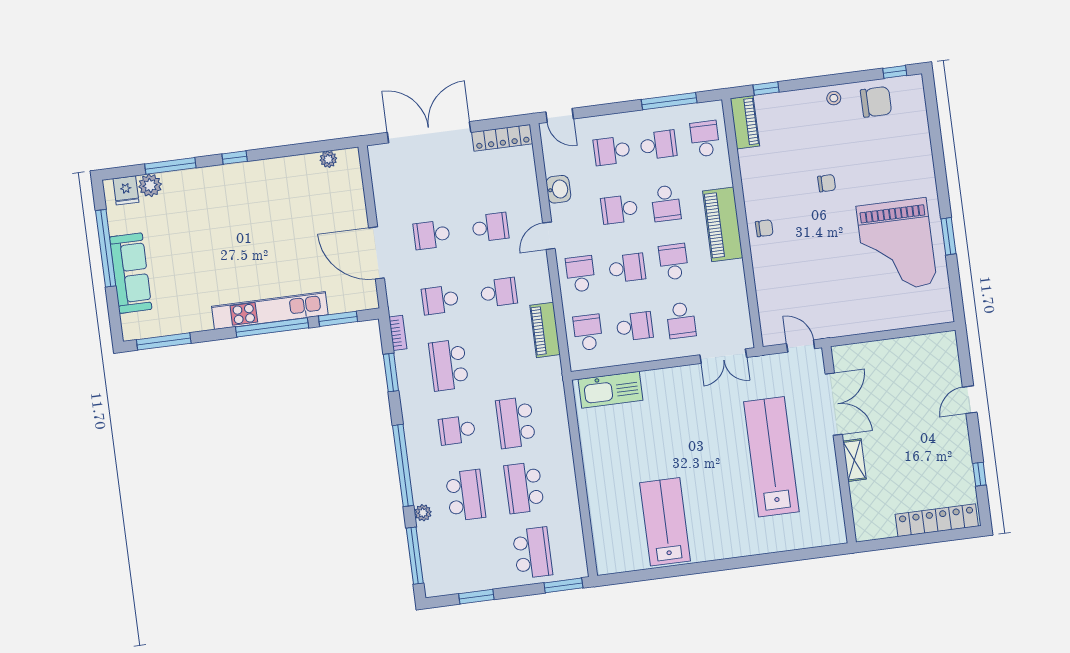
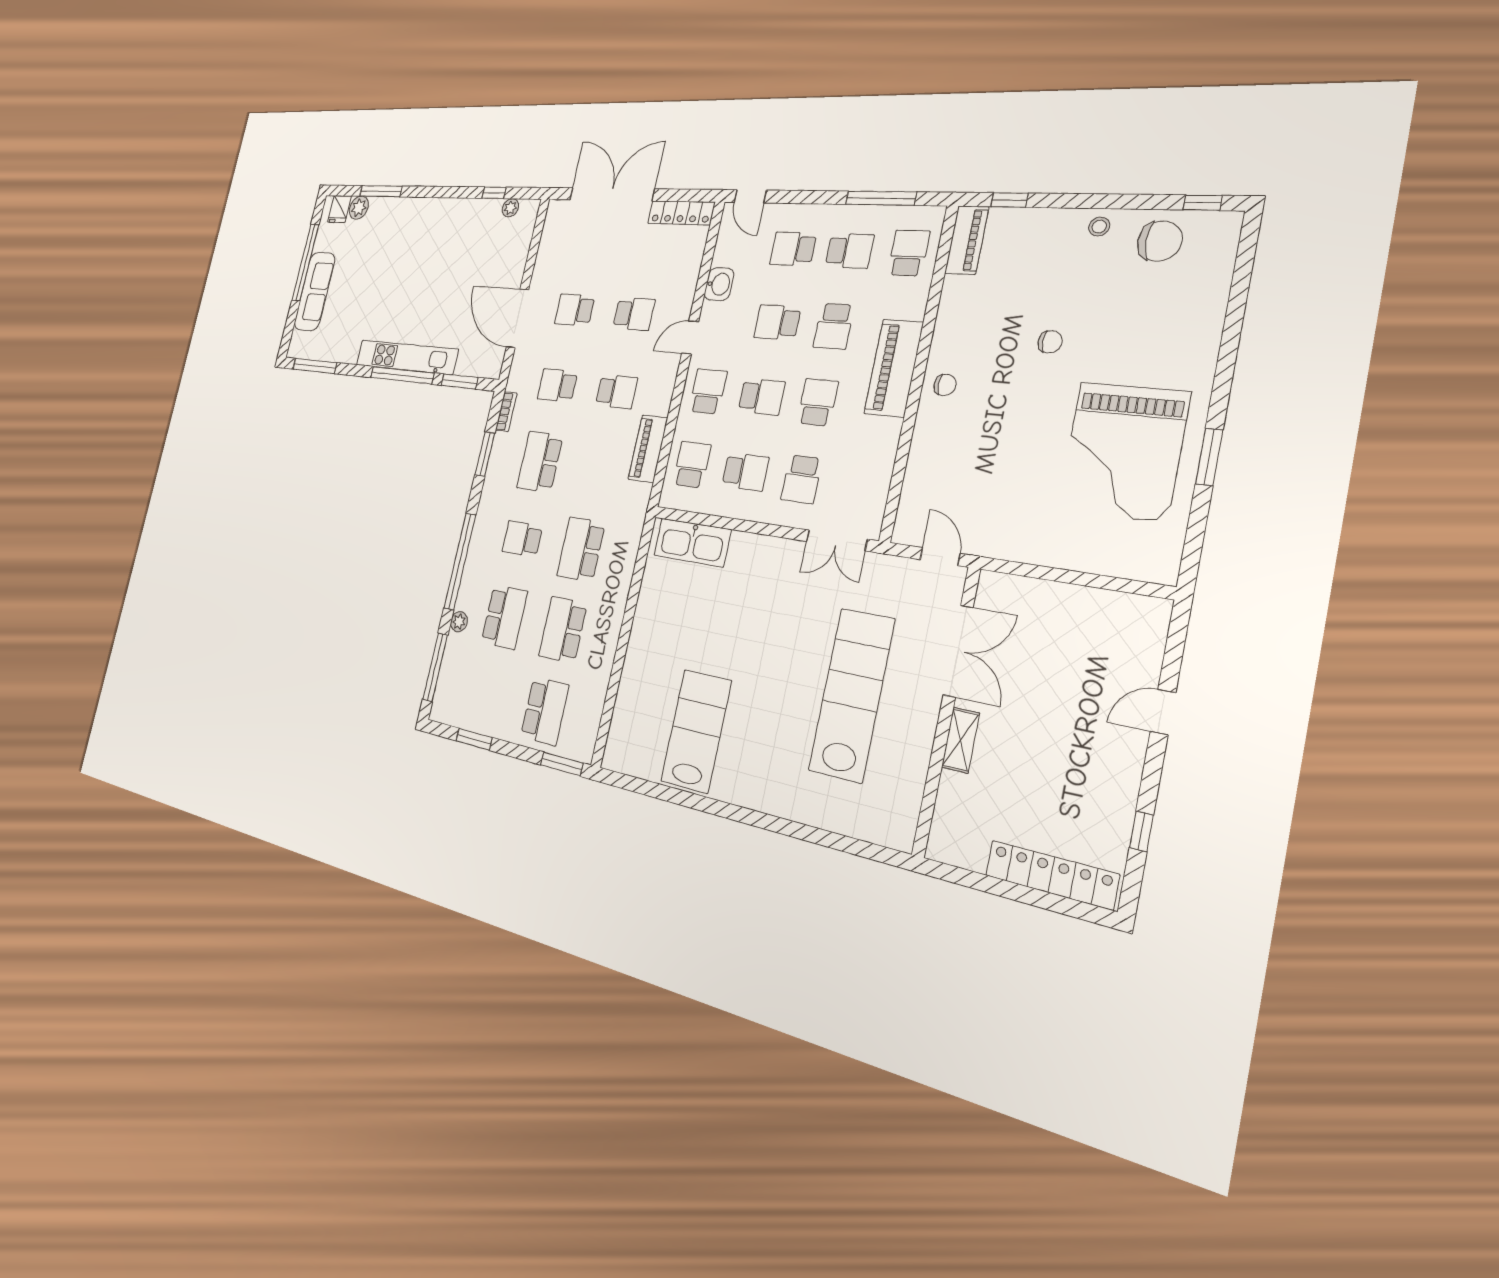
window: (235, 158) -> (494, 193), moved

